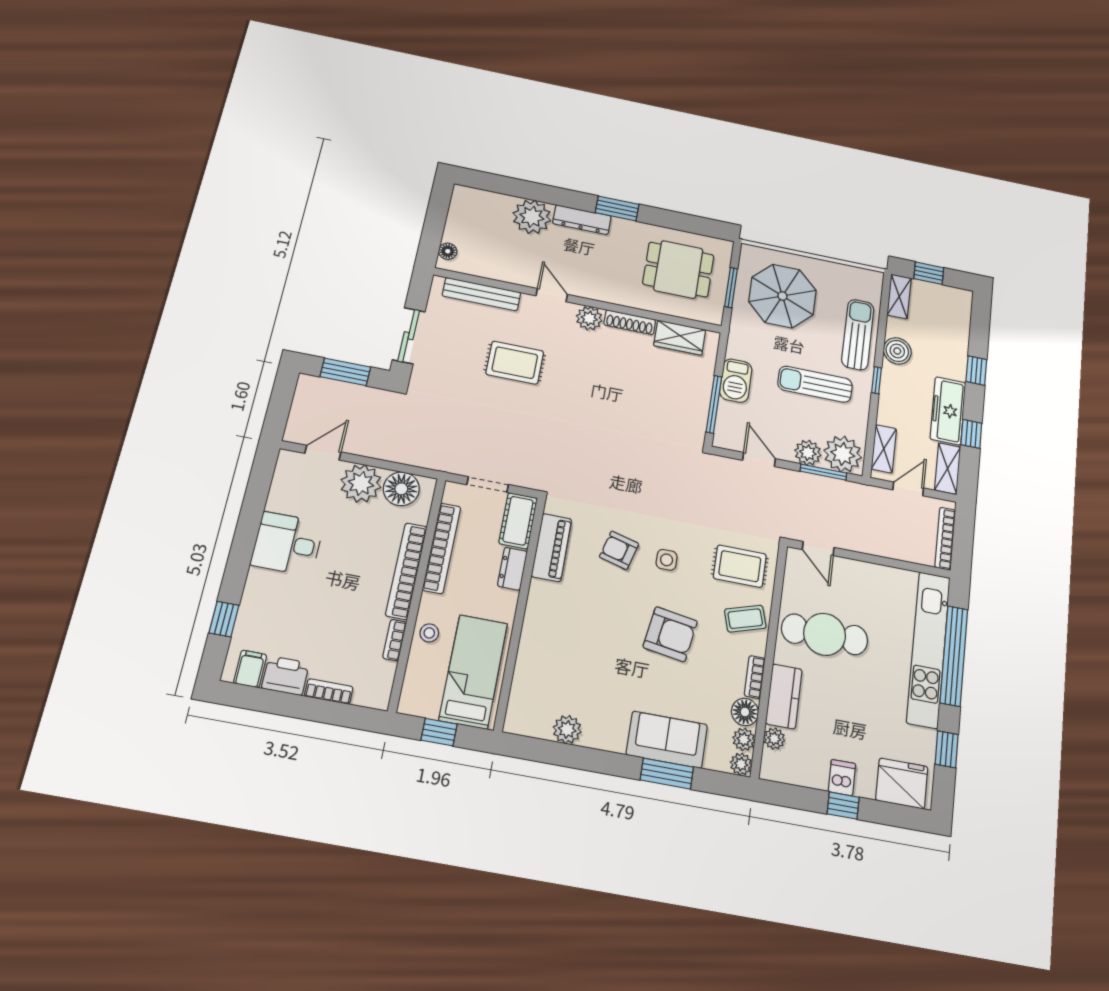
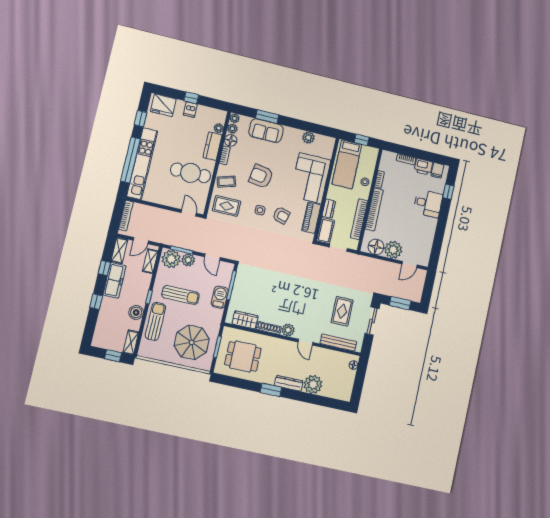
sun lounger: (858, 335) -> (155, 321), turned 180
rug: (515, 363) -> (342, 311), moved, turned 90
desk: (287, 544) -> (428, 203), moved
corner sofa: (558, 635) -> (310, 178), added

